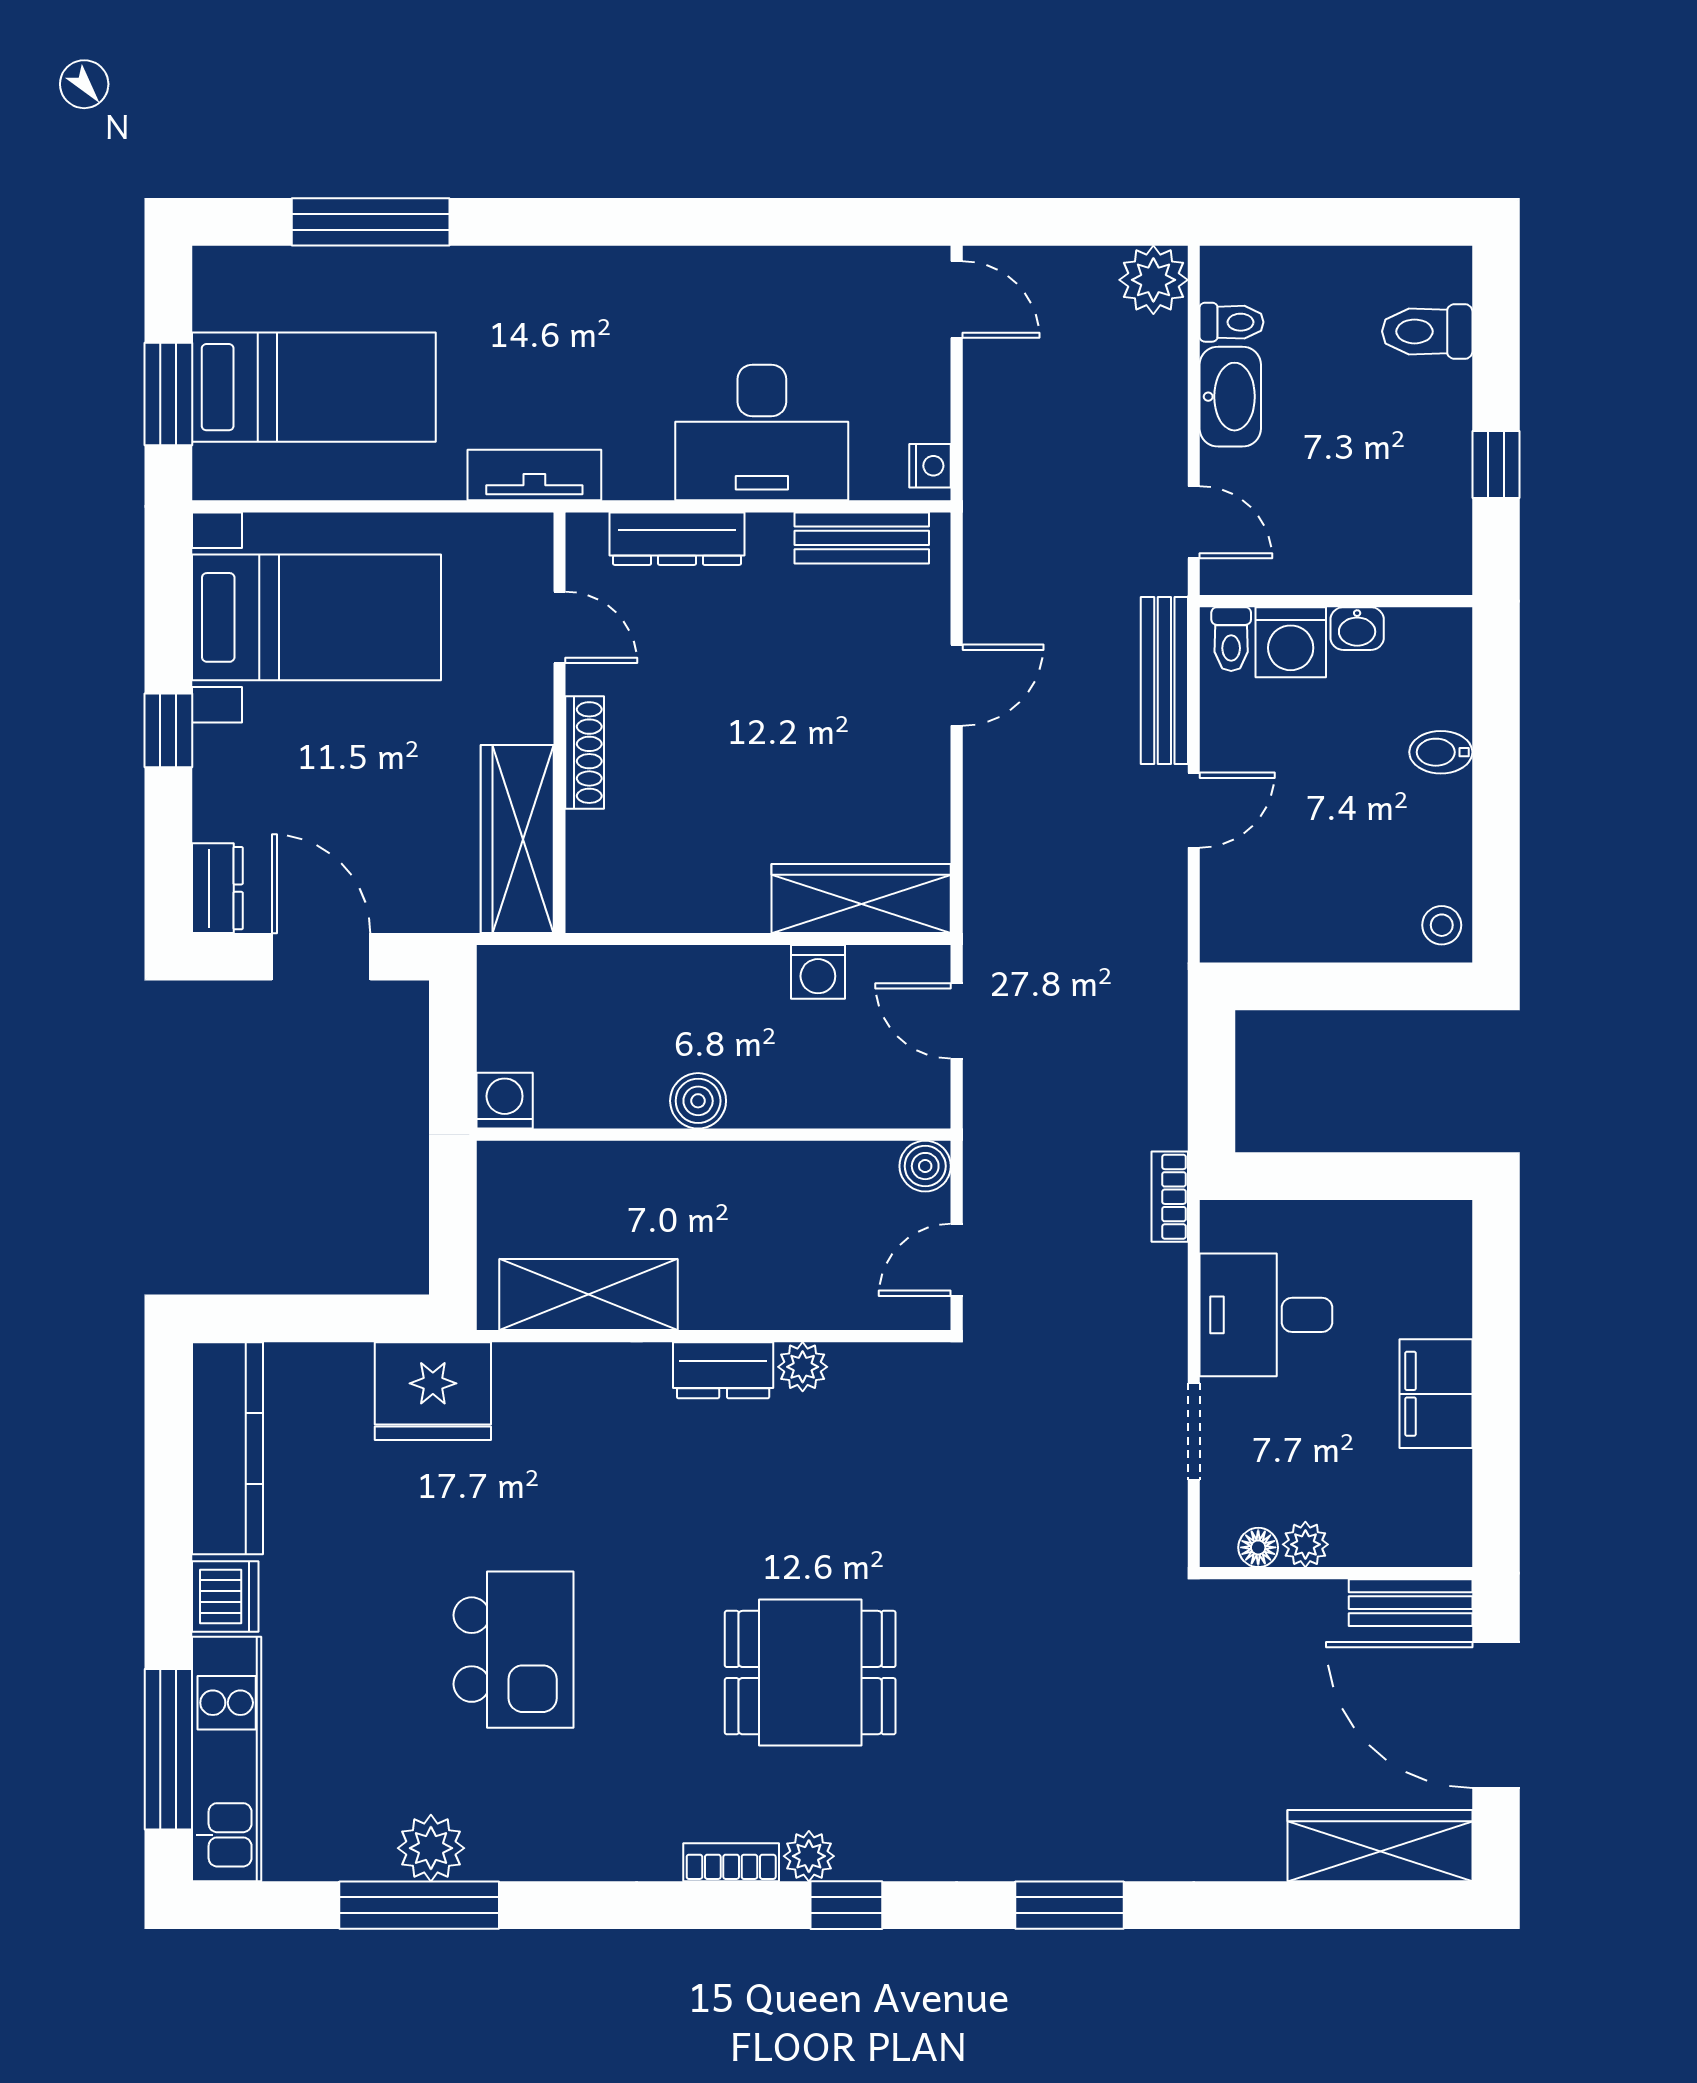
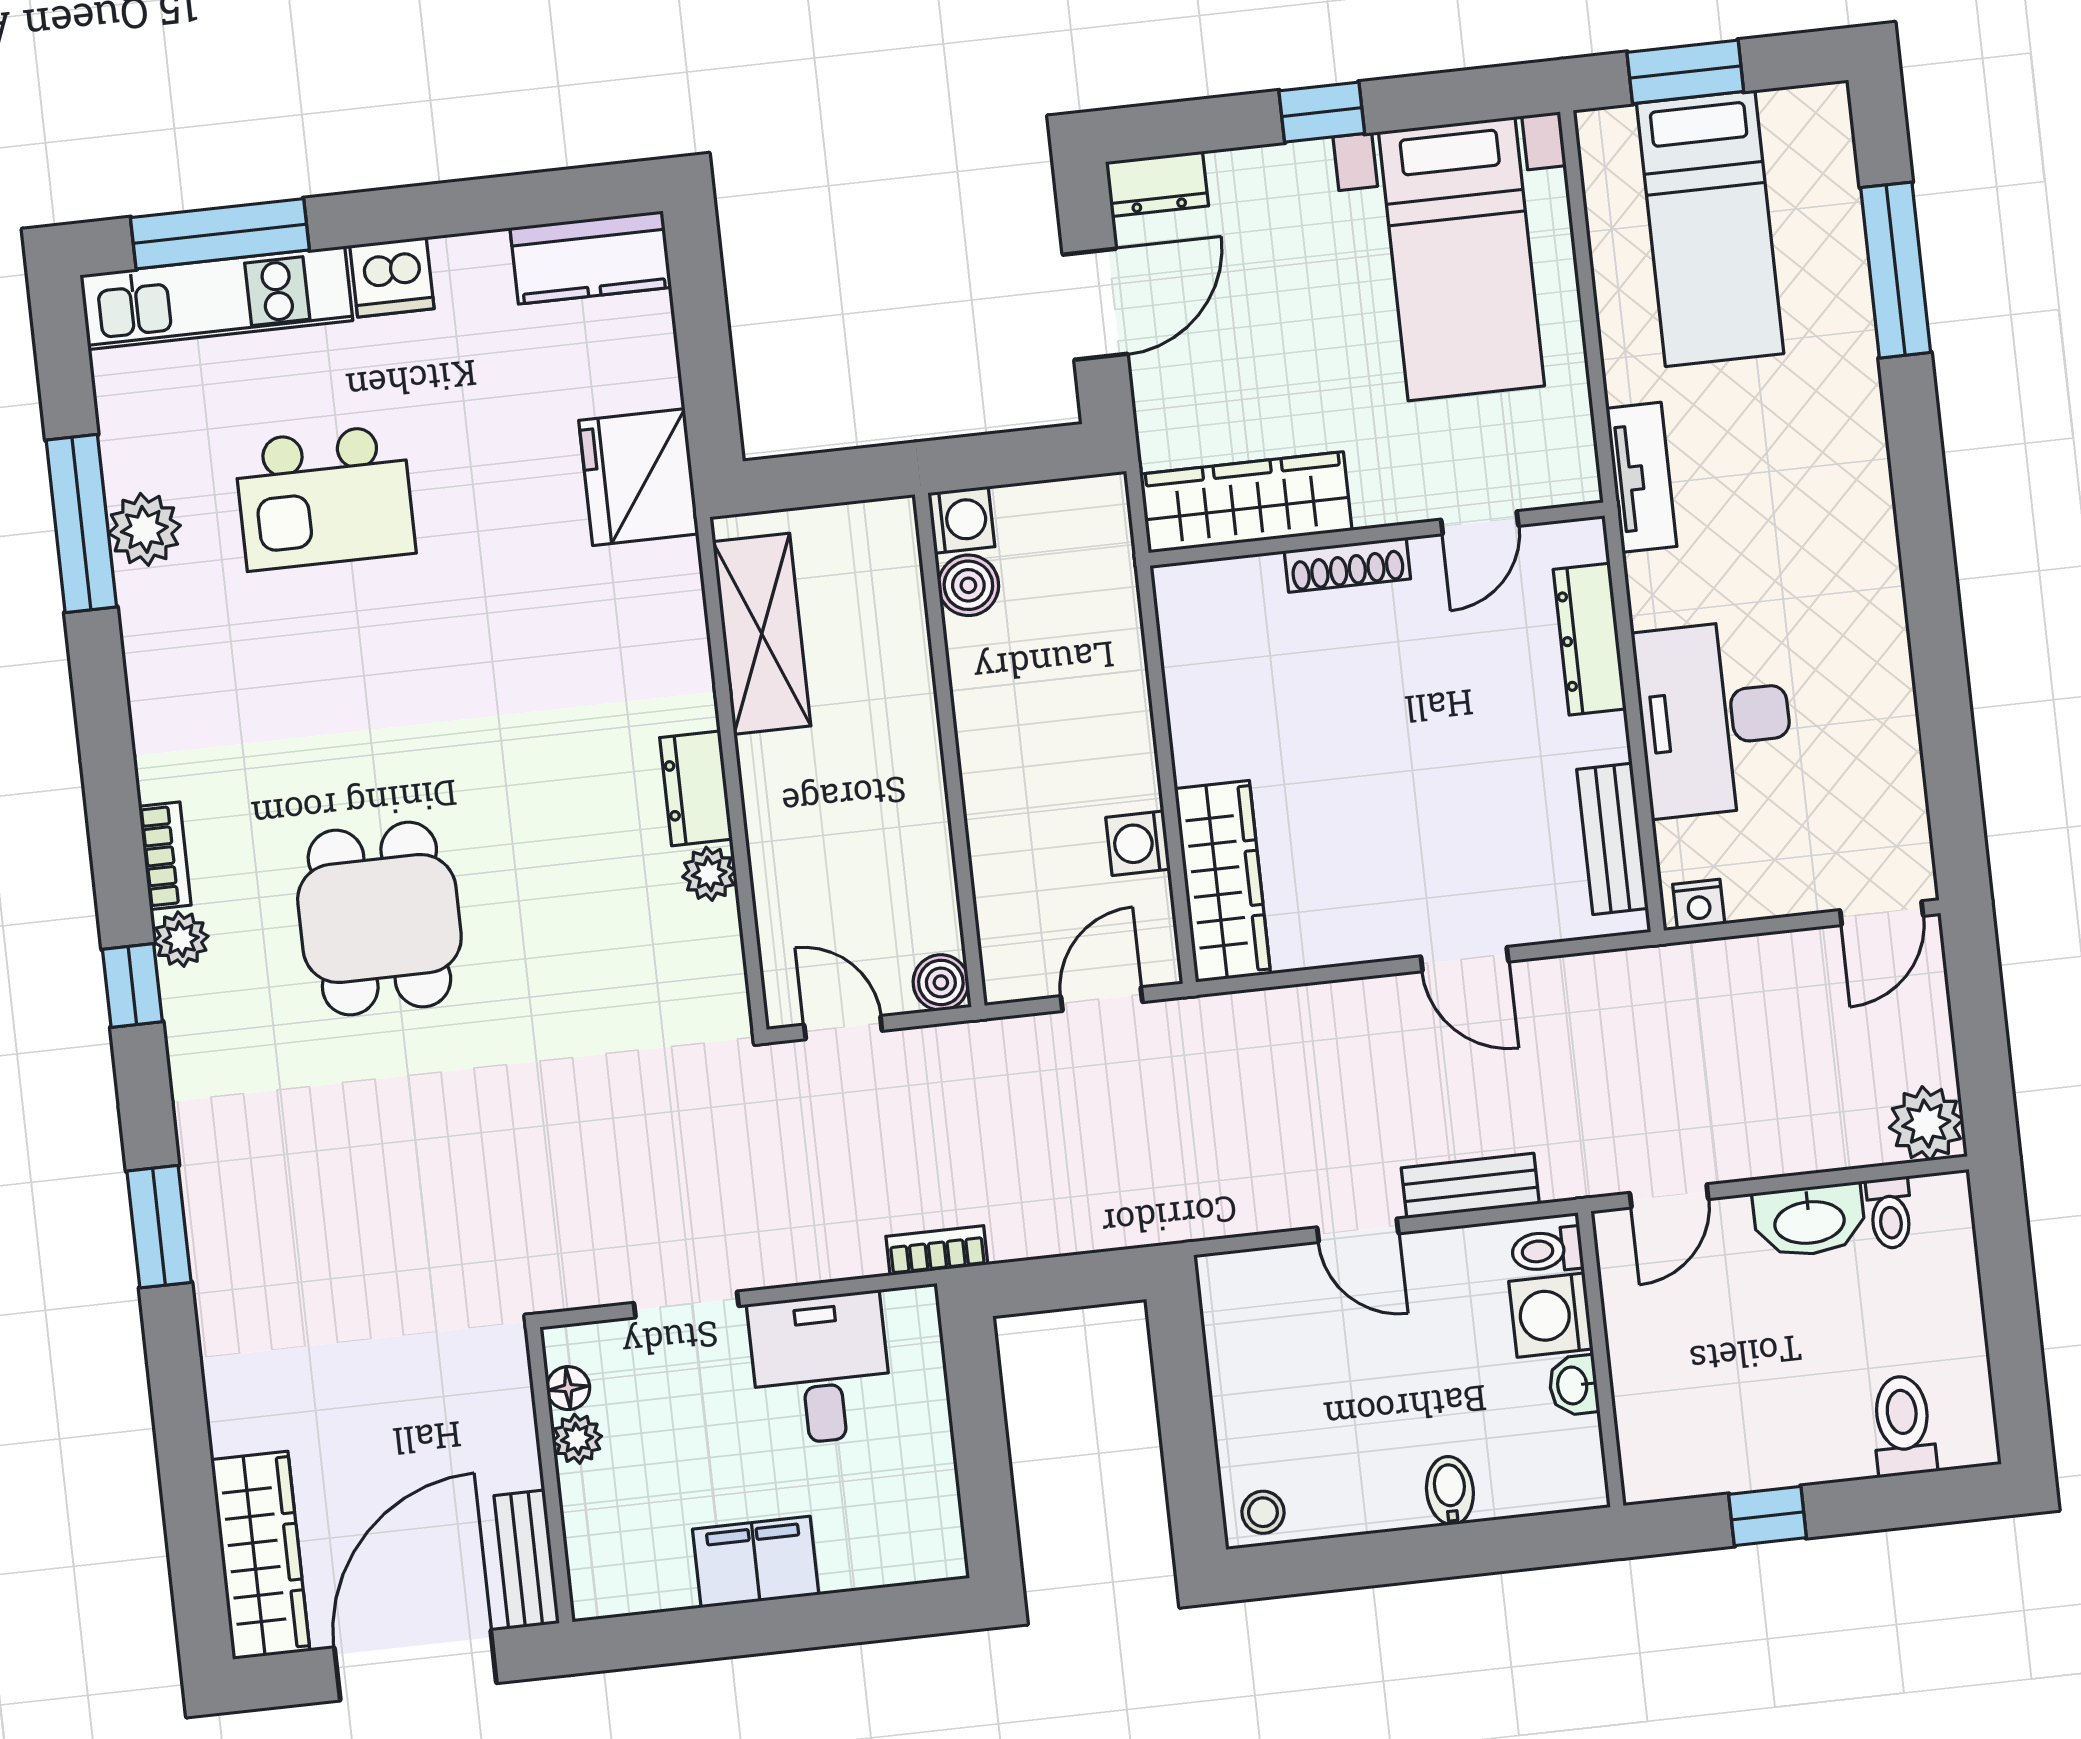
bench: (1164, 681) -> (1470, 1186), width x0.73
boiler: (698, 1101) -> (968, 585), moved
kitchen counter: (227, 1448) -> (591, 257), width x0.67
kitchen island: (514, 1650) -> (325, 498), moved

